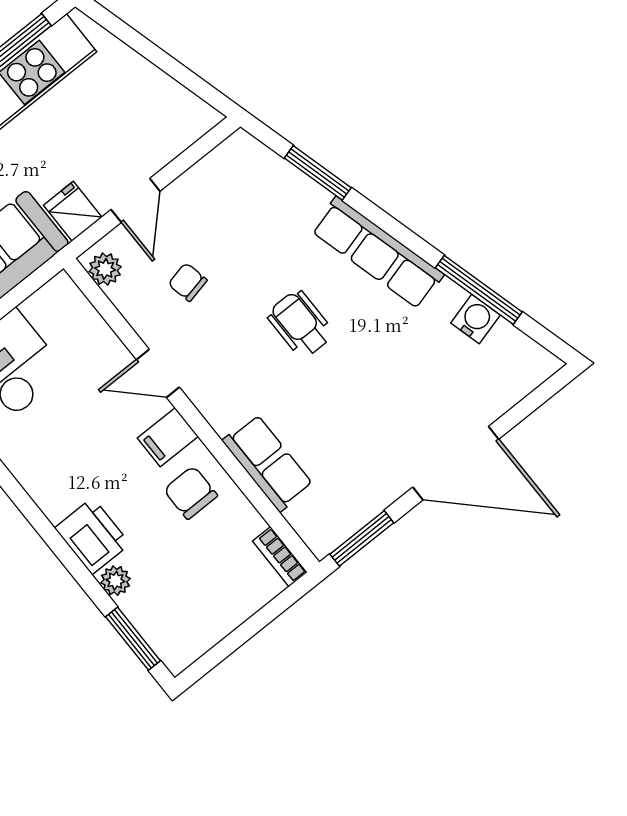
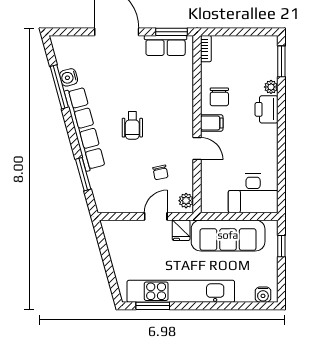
row of seats: (378, 253) -> (85, 129), width x1.36
row of seats: (268, 463) -> (166, 45), moved, turned -90

